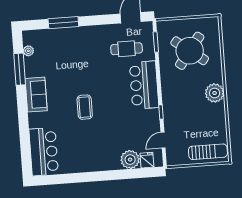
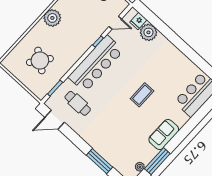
round table: (190, 51) -> (40, 60), width x0.73, depth x0.73
bar counter: (144, 85) -> (96, 64), width x1.36

